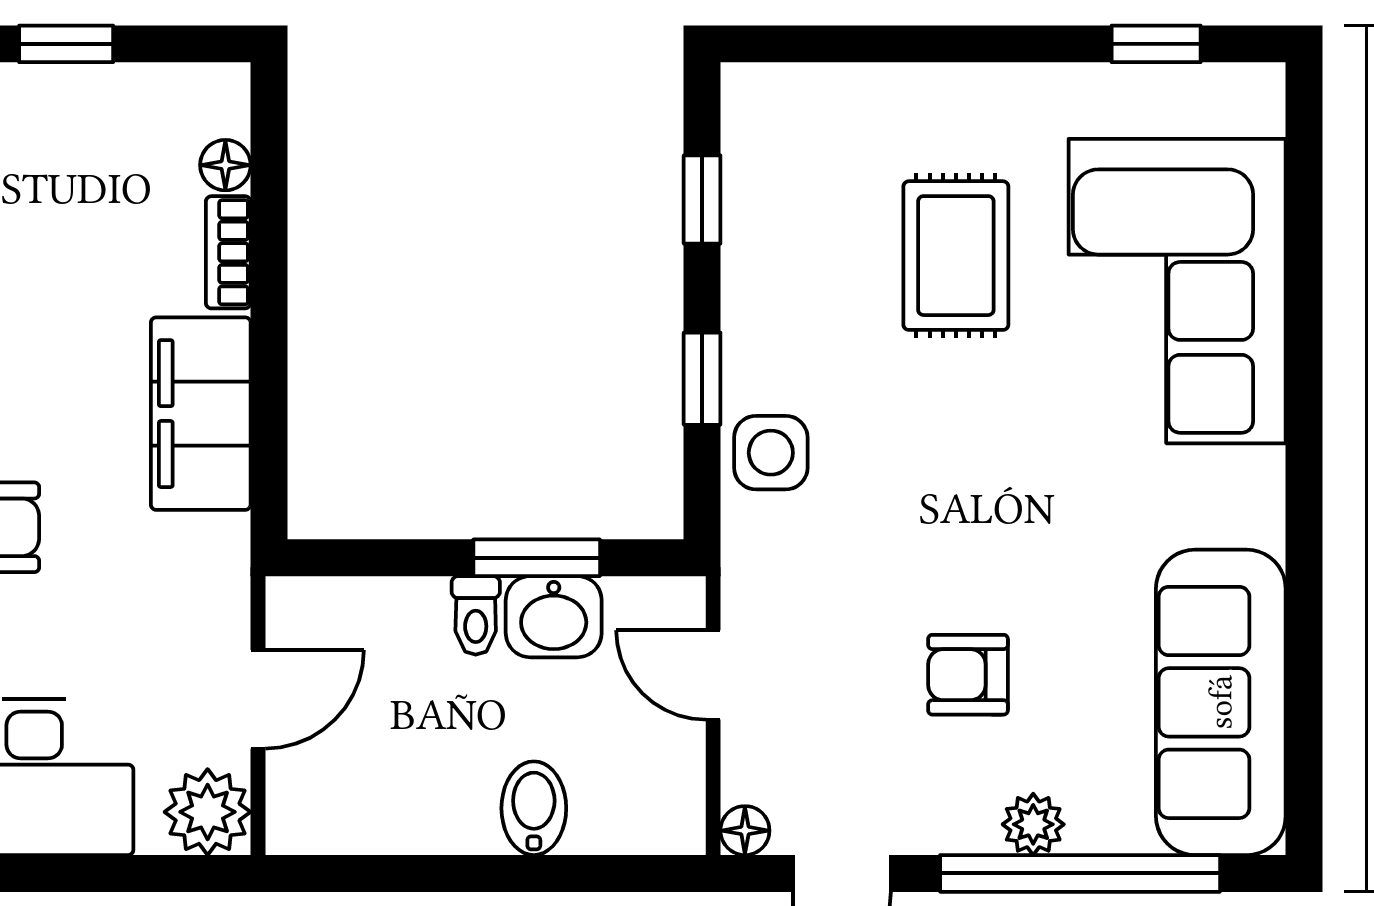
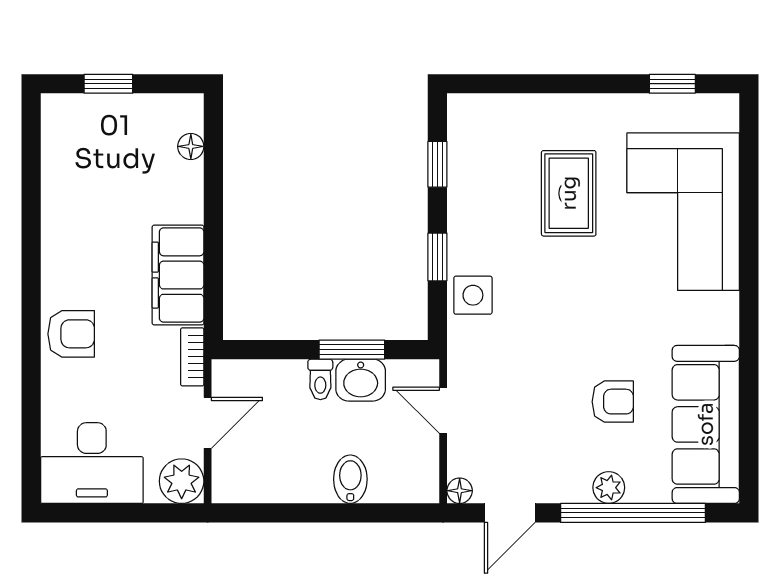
bookcase: (228, 252) -> (192, 357), moved
armchair: (968, 675) -> (613, 402), moved, turned 180

